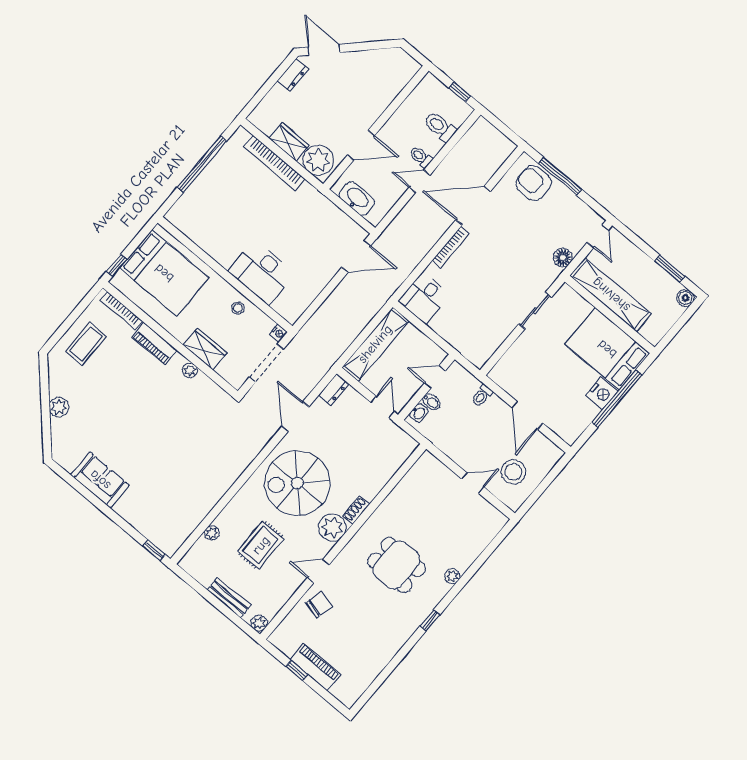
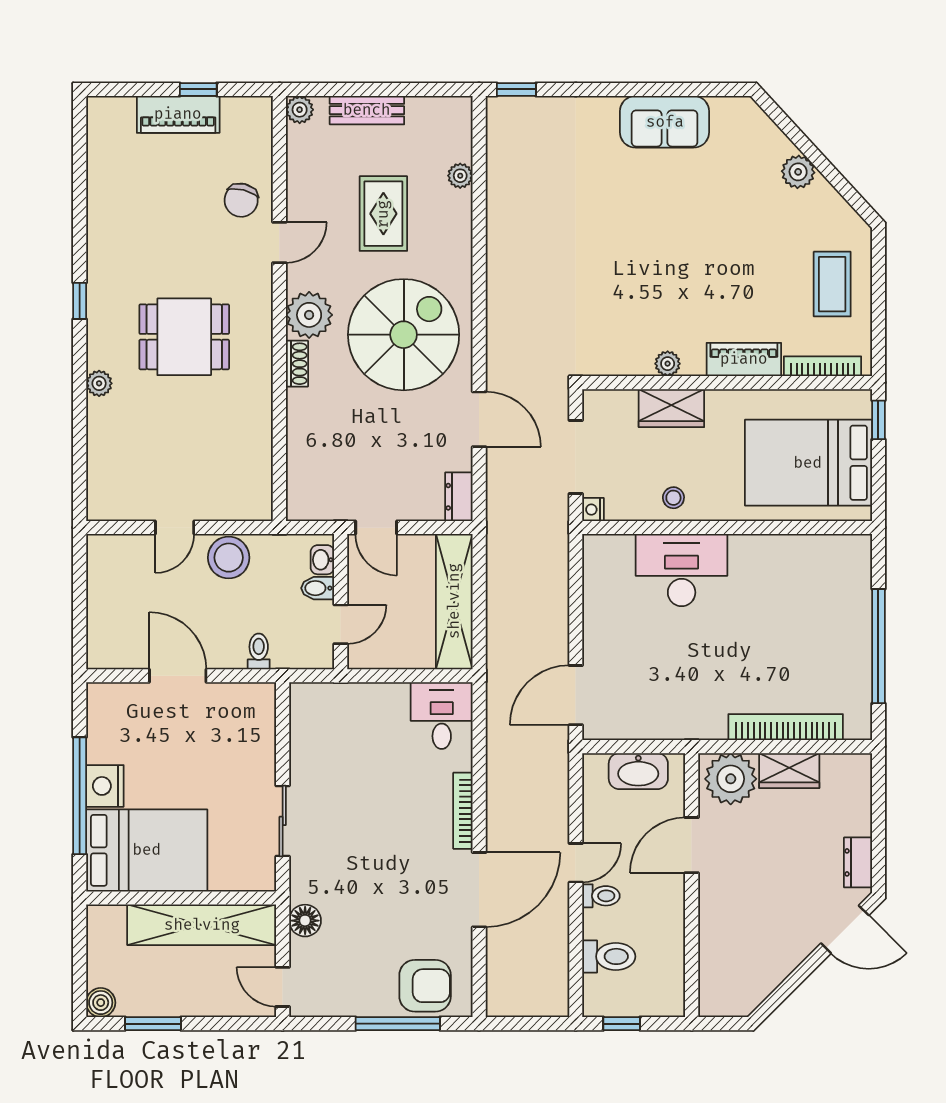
stool: (513, 472) -> (229, 558), moved

